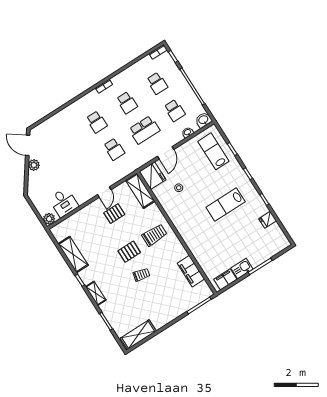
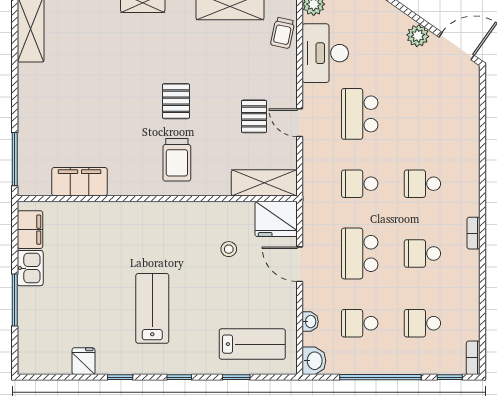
school desk: (84, 169) -> (360, 114), added
desk: (64, 202) -> (325, 53), width x1.37
trolley: (141, 275) -> (283, 33), moved

